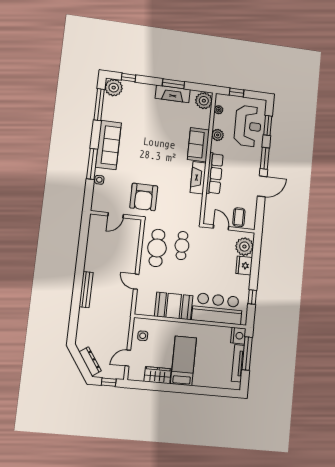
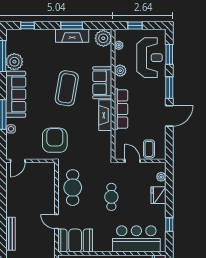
plant: (114, 88) -> (14, 62), moved
coffee table: (162, 146) -> (67, 88), added
armchair: (144, 197) -> (55, 140), turned 180
door: (116, 215) -> (18, 161), moved
cafe table: (182, 246) -> (111, 197), moved
plant: (244, 247) -> (161, 177), width x0.53, depth x0.53
booth: (174, 306) -> (75, 241), moved

